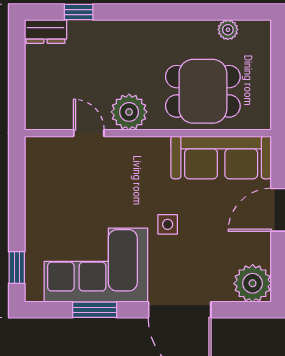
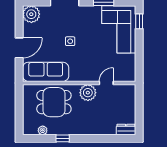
window: (79, 12) -> (63, 138), moved
door: (89, 133) -> (106, 83), swing flipped
corner sofa: (96, 265) -> (119, 29), moved, turned 90

